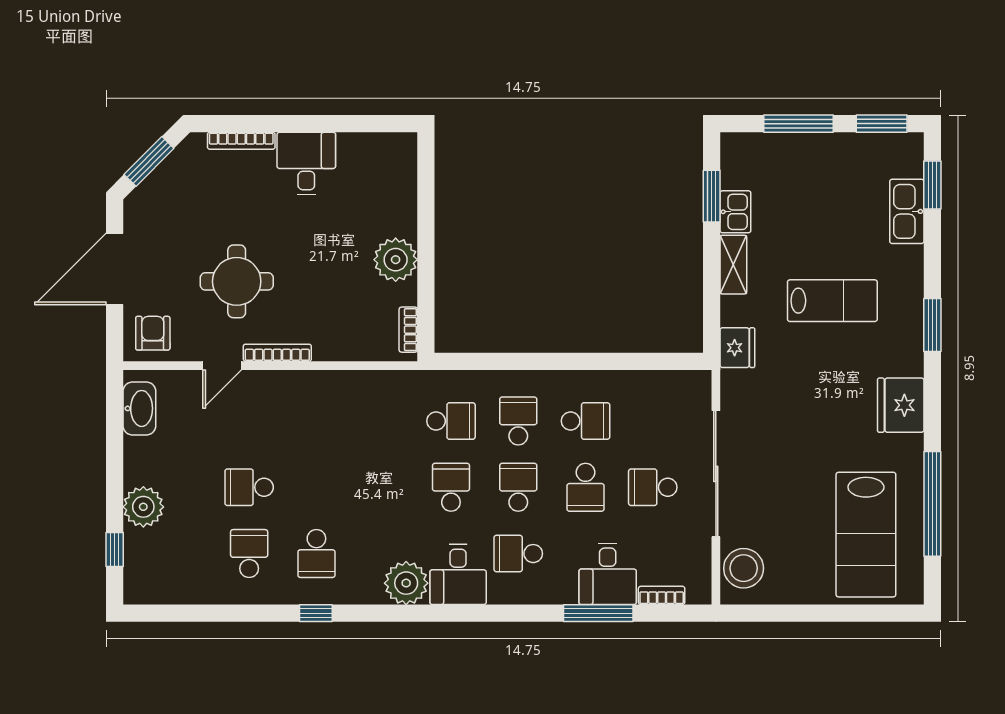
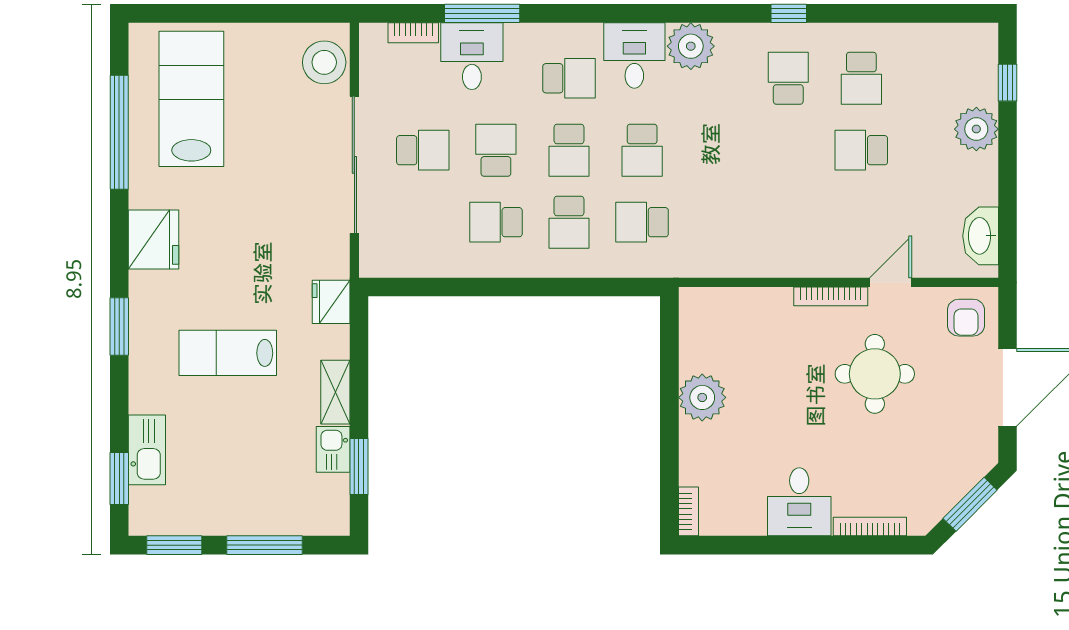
bookcase: (408, 330) -> (688, 511), moved
school desk: (249, 487) -> (861, 150), turned 180

